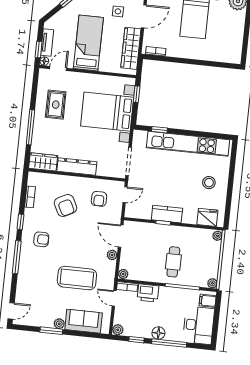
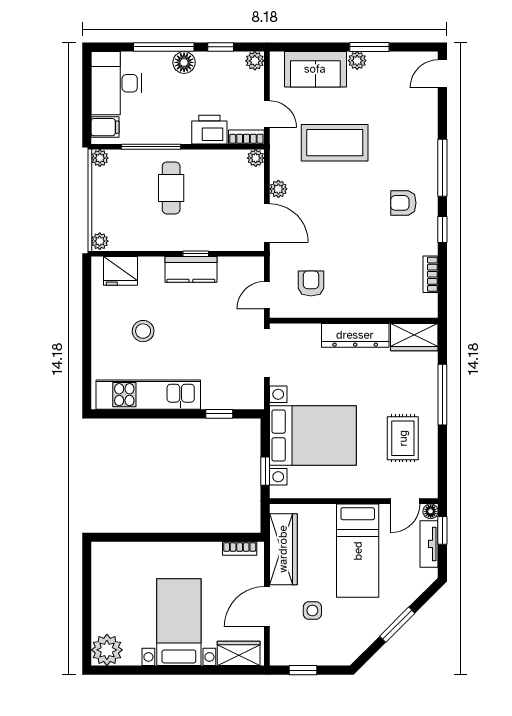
kitchen unit: (188, 144) -> (148, 395), width x0.73
stool: (209, 183) -> (143, 331), moved
armchair: (65, 205) -> (368, 266), removed

